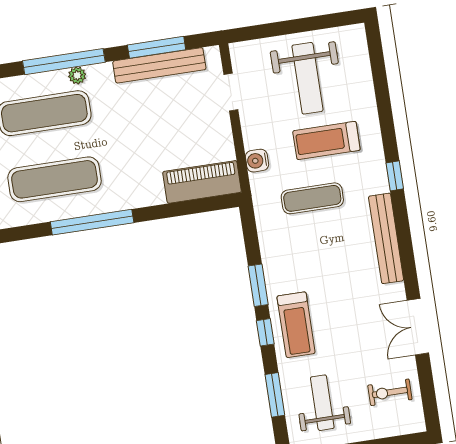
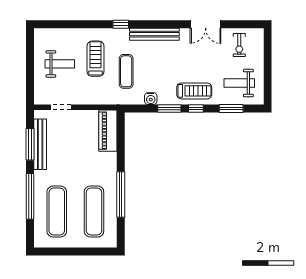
plant: (77, 75) -> (39, 190), removed
weight bench: (307, 78) -> (60, 64), width x0.73, depth x0.75
treadmill: (326, 140) -> (96, 59), turned 180
water cooler: (257, 161) -> (151, 99), moved

